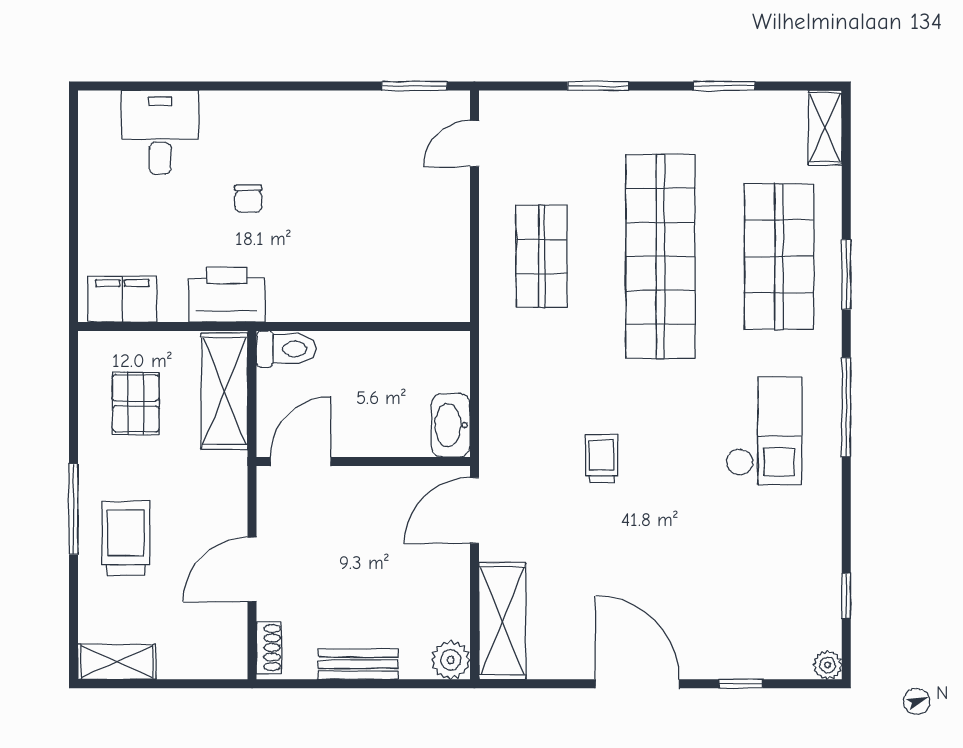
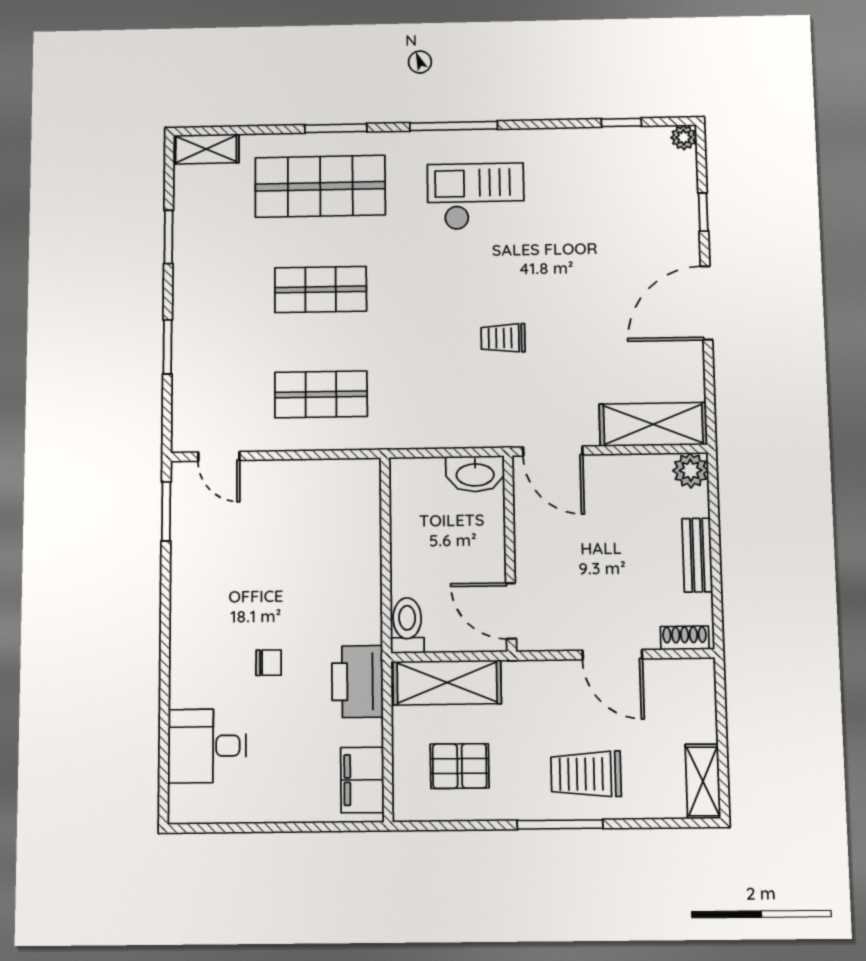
shop shelf: (660, 256) -> (321, 289), width x0.50, depth x0.74

